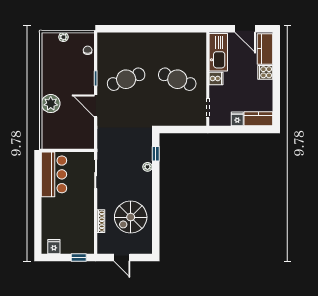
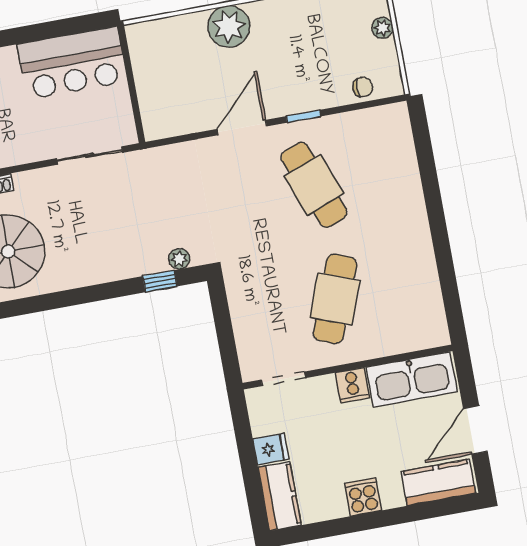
cooker: (265, 72) -> (363, 497), moved
plant: (147, 167) -> (179, 259), moved

